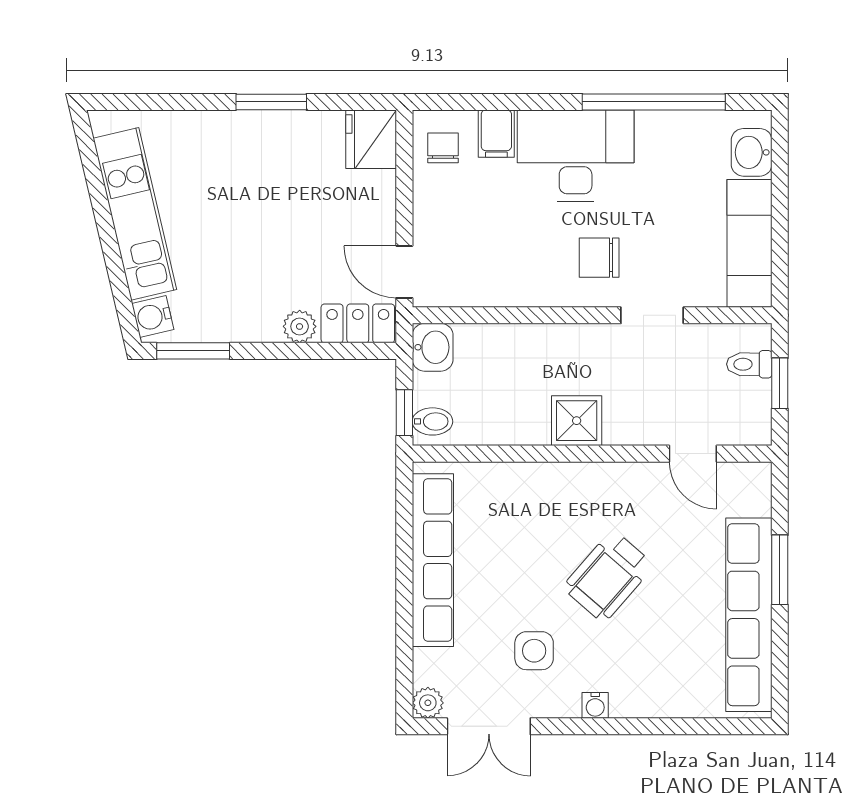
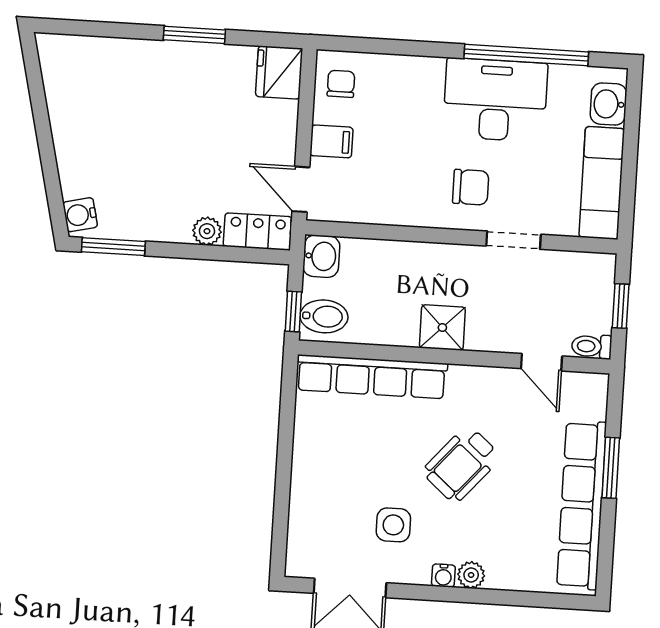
filing cabinet: (496, 134) -> (331, 141), moved, turned -90
desk: (576, 156) -> (495, 100), moved
kitchen unit: (135, 214) -> (70, 125), removed
chair: (599, 258) -> (471, 187), turned 180
toilet: (749, 364) -> (592, 346), moved
bidet: (432, 421) -> (324, 316), width x1.38, depth x1.36
row of seats: (433, 560) -> (372, 377), moved, turned 90
plant: (428, 703) -> (471, 575), moved

